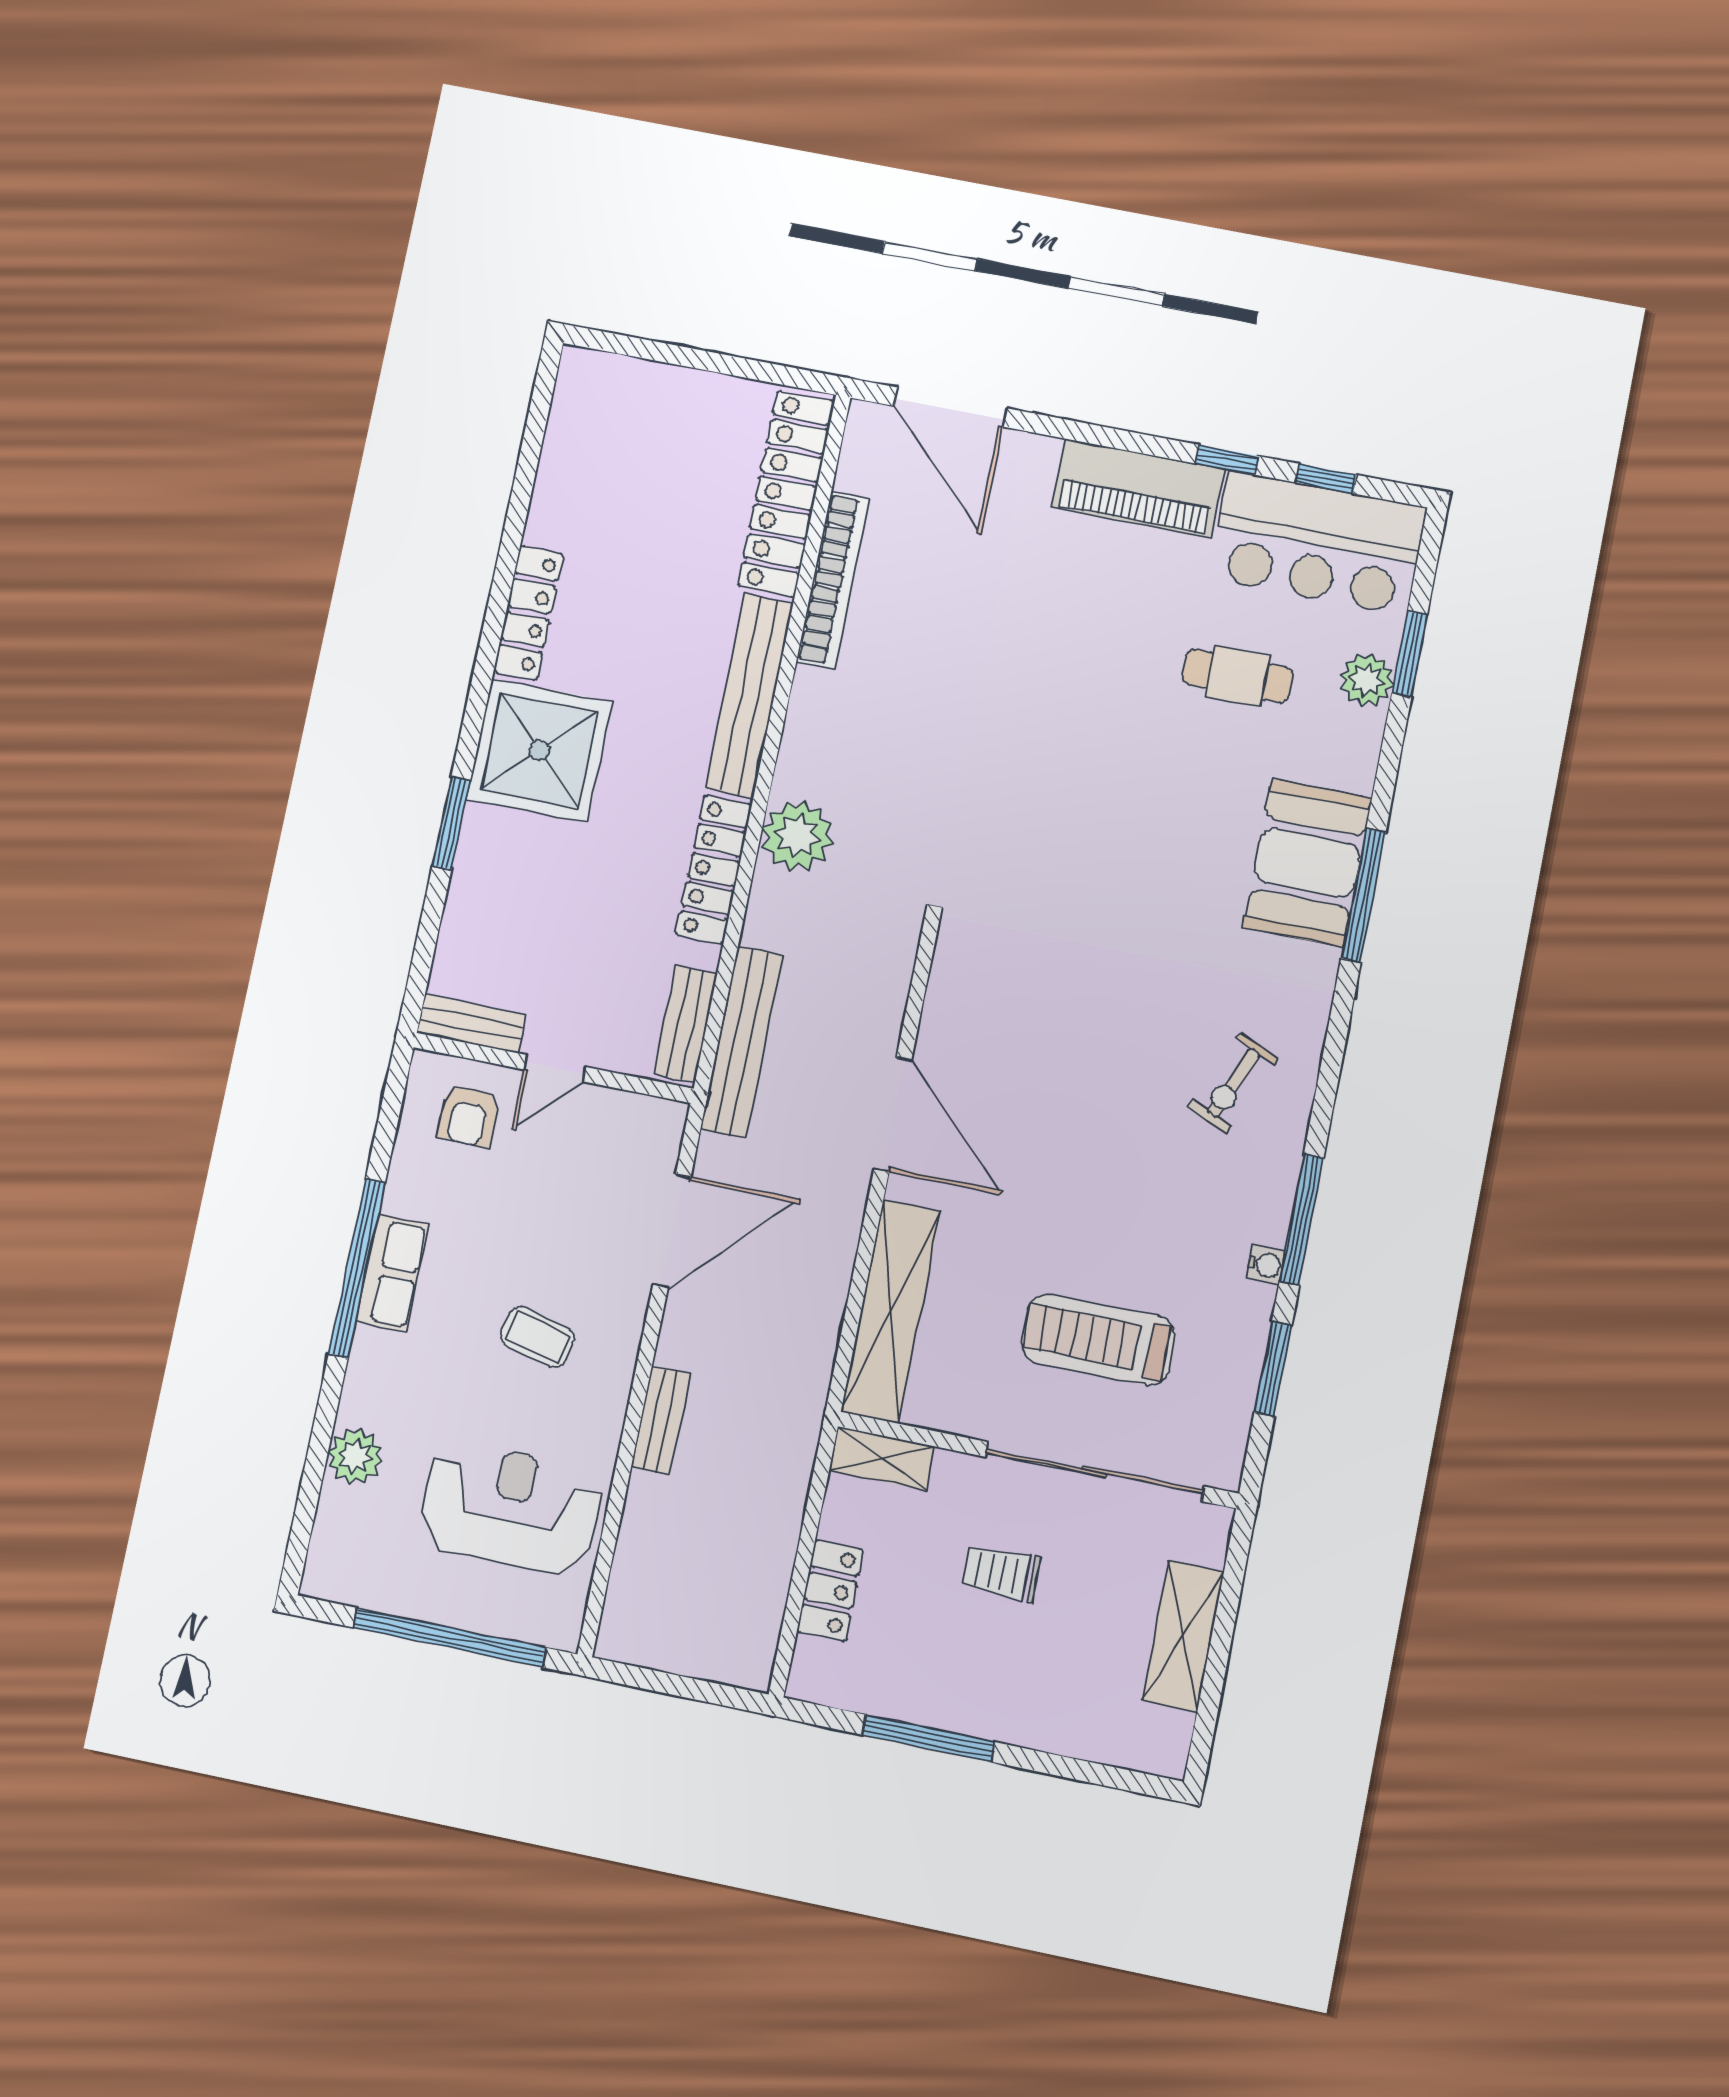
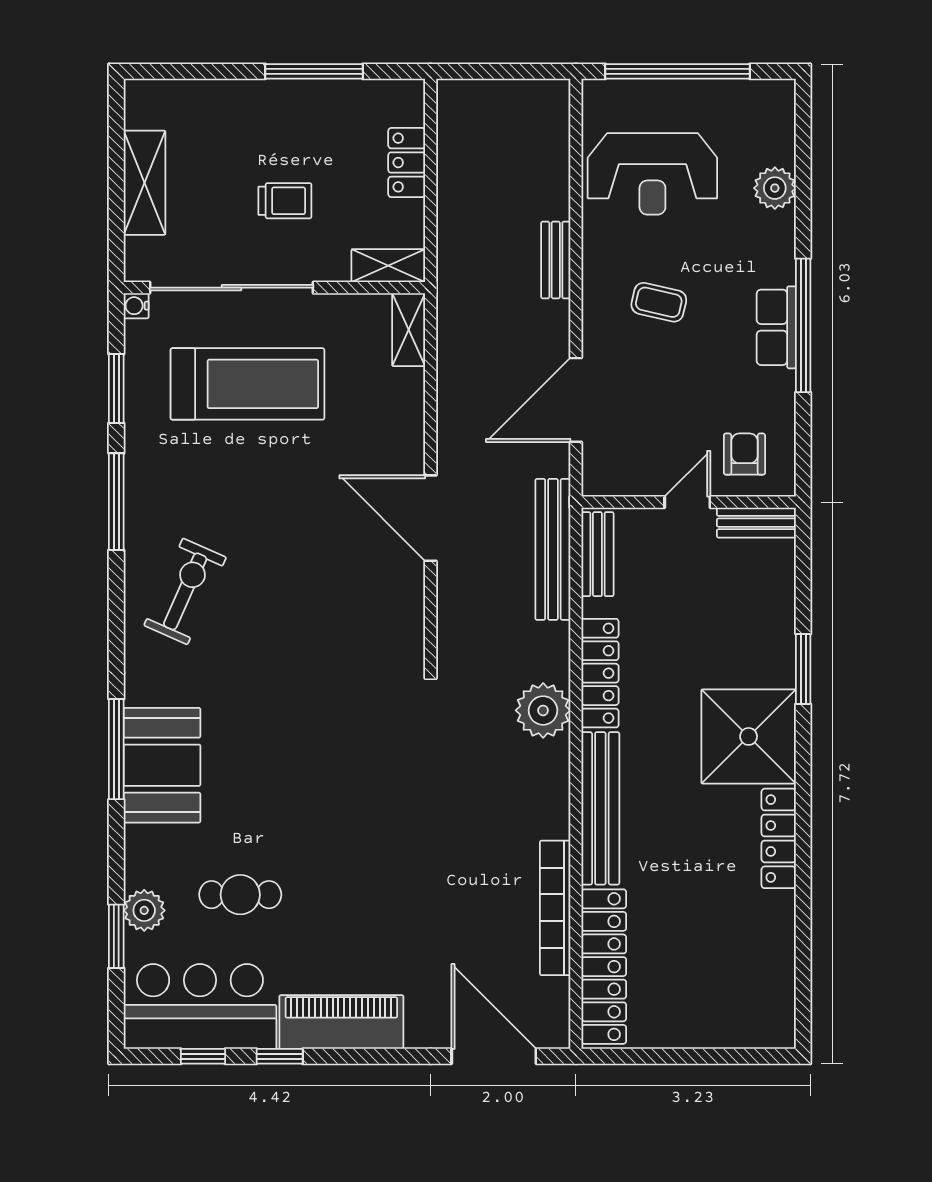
exercise bike: (1233, 1083) -> (185, 591), width x1.38, depth x1.39
water cooler: (1266, 1265) -> (136, 306), moved
shelving: (891, 1311) -> (409, 330), width x0.45, depth x0.75
treadmill: (1098, 1340) -> (247, 384), width x1.37, depth x1.38

